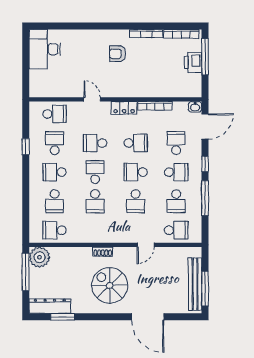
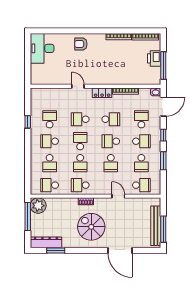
armchair: (118, 54) -> (81, 44), moved
window: (205, 57) -> (163, 65), moved
school desk: (55, 114) -> (80, 185), moved, turned 180
window: (205, 198) -> (163, 161), width x0.69
door: (146, 245) -> (118, 196), swing flipped

